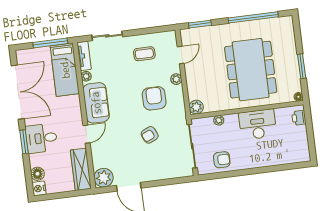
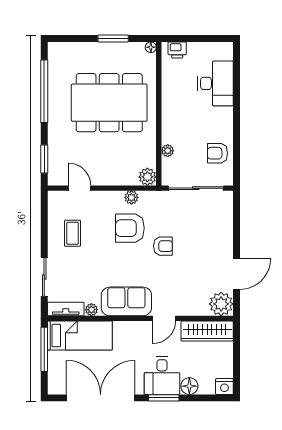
plant: (176, 79) -> (131, 197), moved
desk: (258, 124) -> (216, 83), moved, turned 180
door: (86, 134) -> (164, 318), swing flipped
armchair: (150, 135) -> (163, 246), moved, turned -66
armchair: (222, 160) -> (217, 153), turned -90
floor lamp: (37, 174) -> (189, 386), moved

